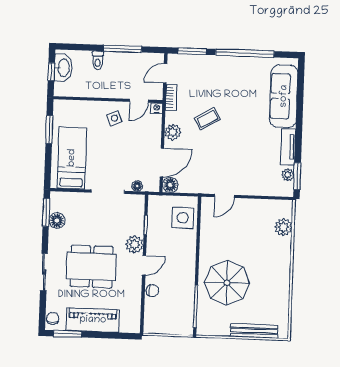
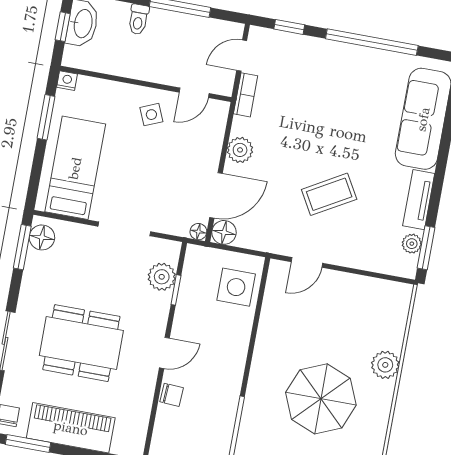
window: (192, 51) -> (289, 27), width x0.67
nightstand: (157, 108) -> (67, 81), moved
coffee table: (207, 119) -> (329, 194), moved, width x1.36, depth x1.30
floor lamp: (137, 186) -> (198, 232), moved
floor lamp: (57, 220) -> (42, 237), moved
plant: (283, 227) -> (385, 365), moved
plant: (135, 244) -> (162, 277), moved
parasol: (227, 283) -> (321, 399), moved

